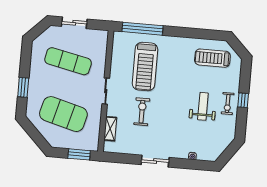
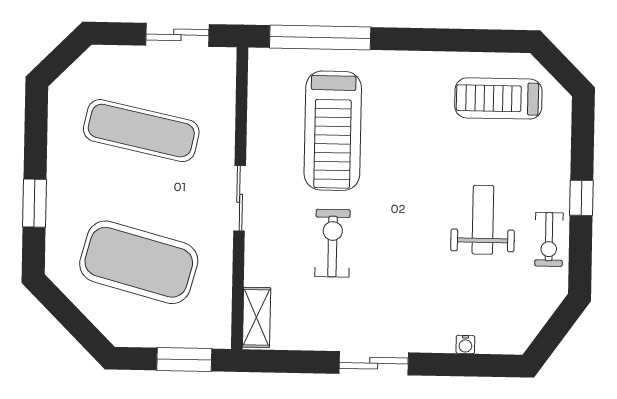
sliding door: (74, 23) -> (177, 35), moved
exercise bike: (228, 104) -> (549, 239), moved
shelving: (110, 129) -> (257, 317), moved

